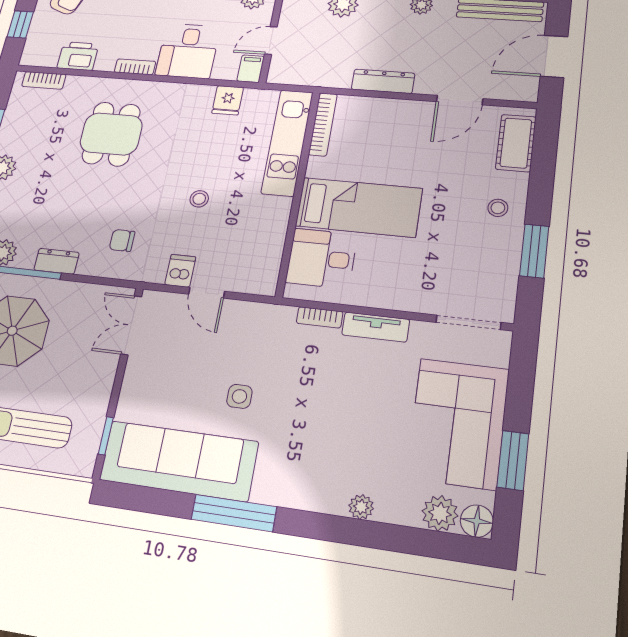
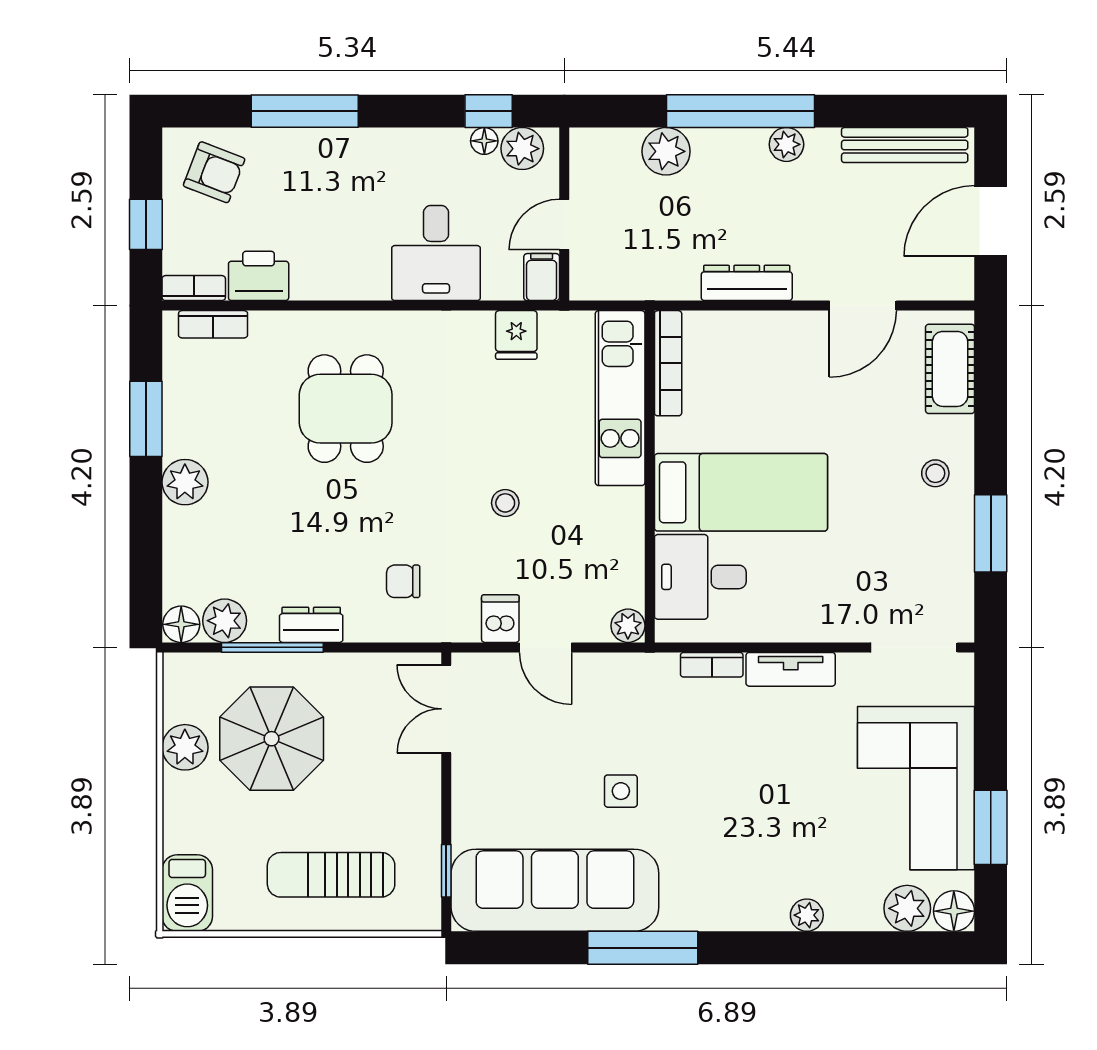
bookcase: (135, 67) -> (194, 288), moved
plant: (266, 285) -> (628, 626), added

